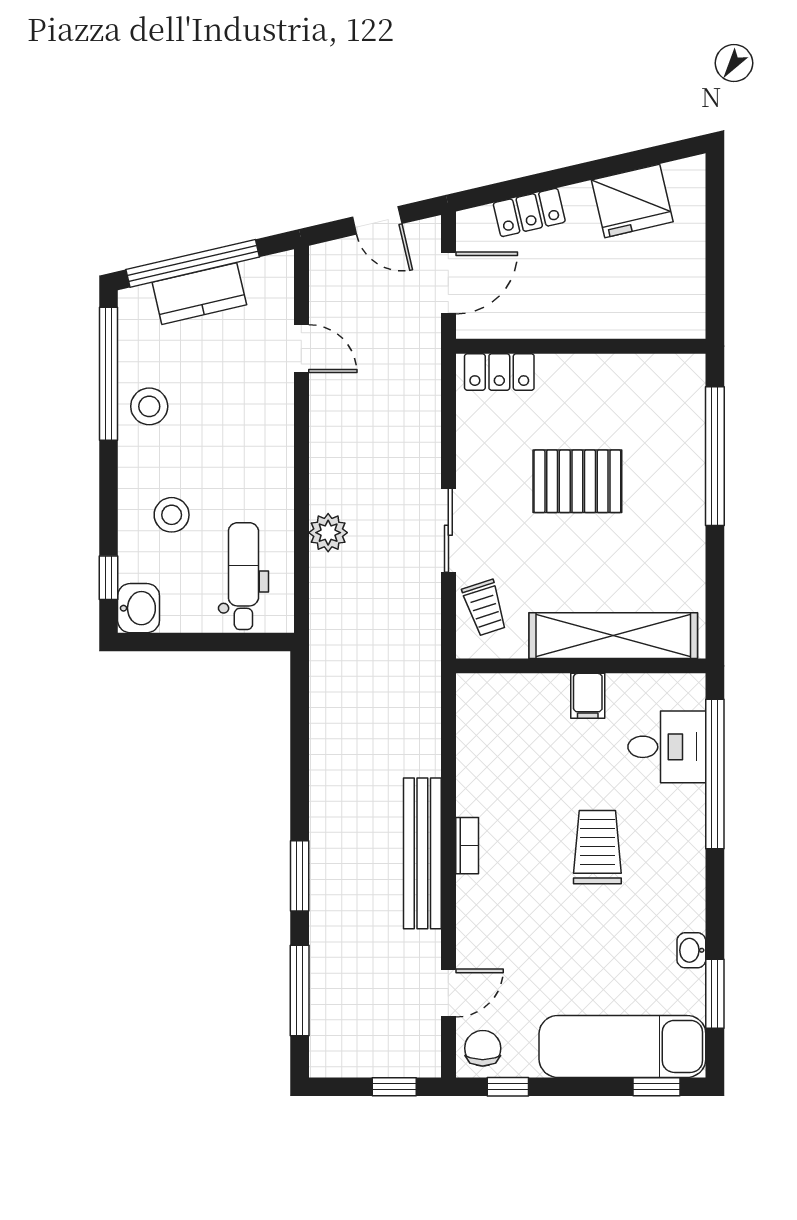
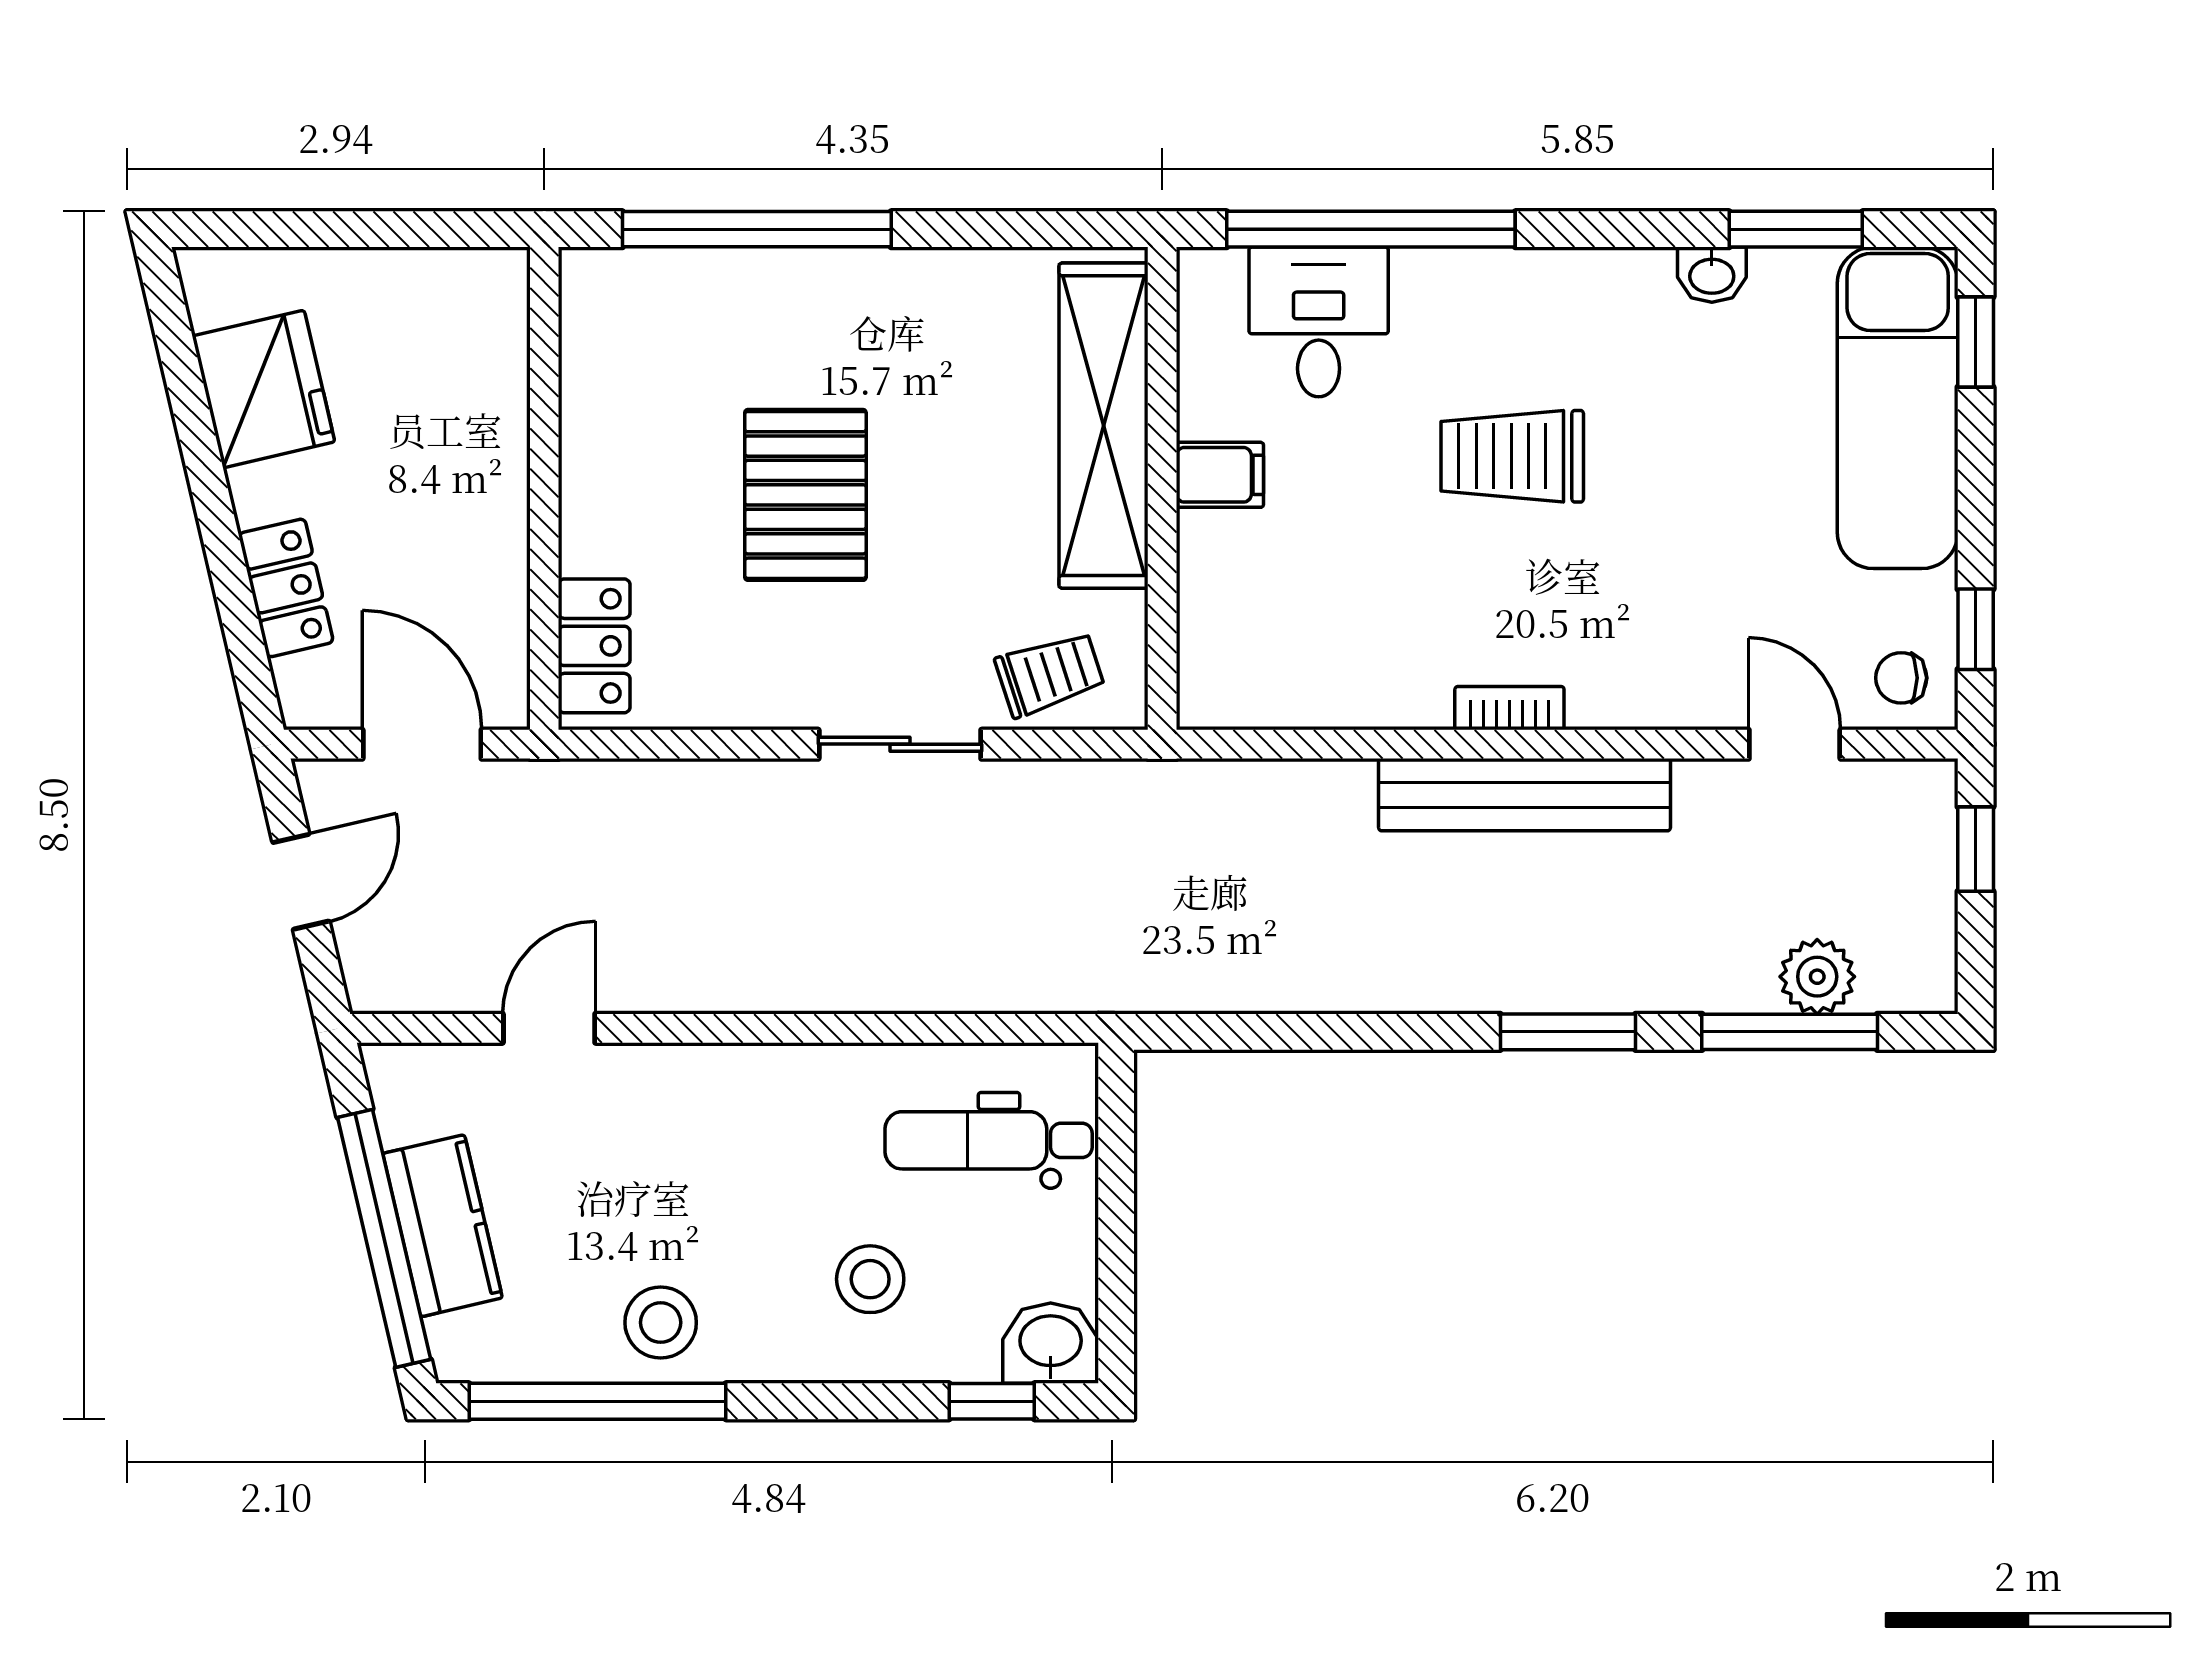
plant: (328, 533) -> (1817, 977), moved
chair: (483, 1048) -> (1901, 678), width x0.73, depth x0.73

